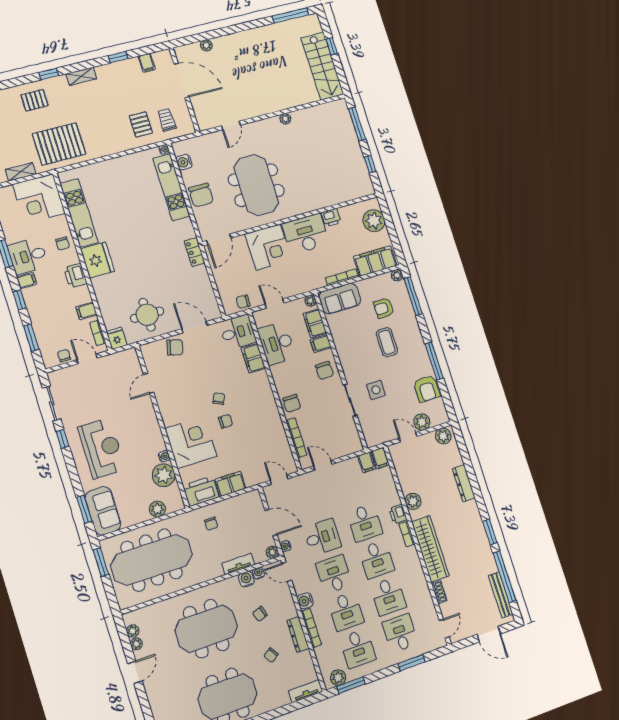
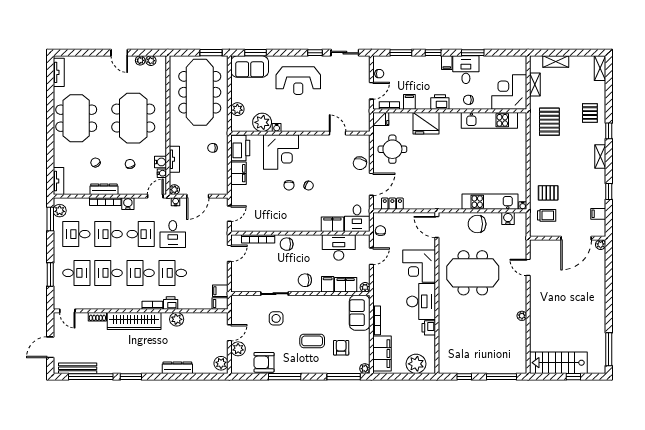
plant: (206, 45) -> (601, 245), moved
pallet: (59, 144) -> (549, 122), width x0.73, depth x0.71
locker: (195, 252) -> (392, 204), moved
fridge: (98, 260) -> (426, 123), moved

